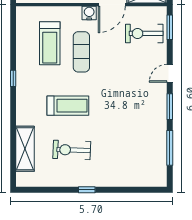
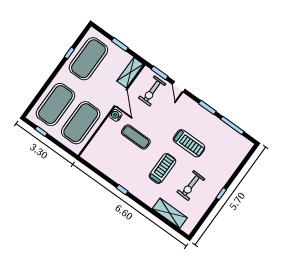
treadmill: (50, 43) -> (189, 143), moved
door: (170, 73) -> (179, 87), moved

